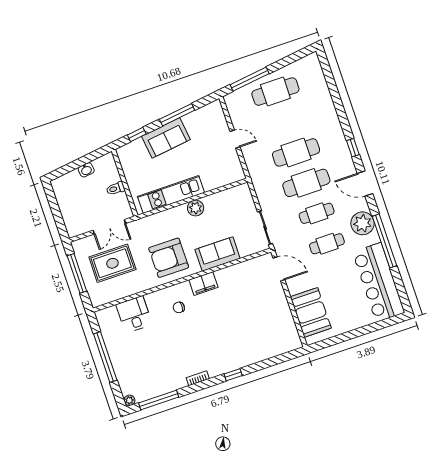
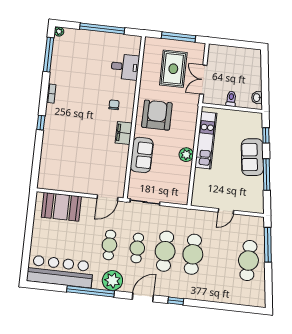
washbasin: (86, 170) -> (257, 98), moved

